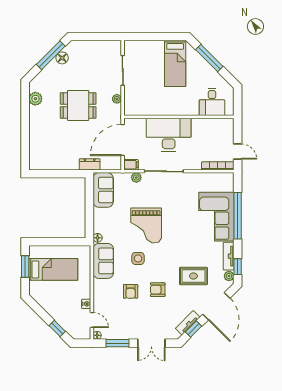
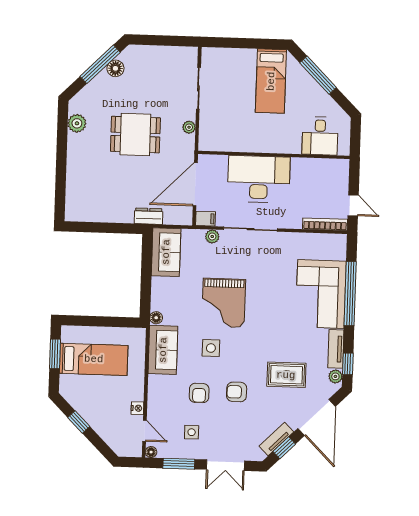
side table: (126, 320) -> (192, 432), added
window: (57, 329) -> (79, 422), moved

